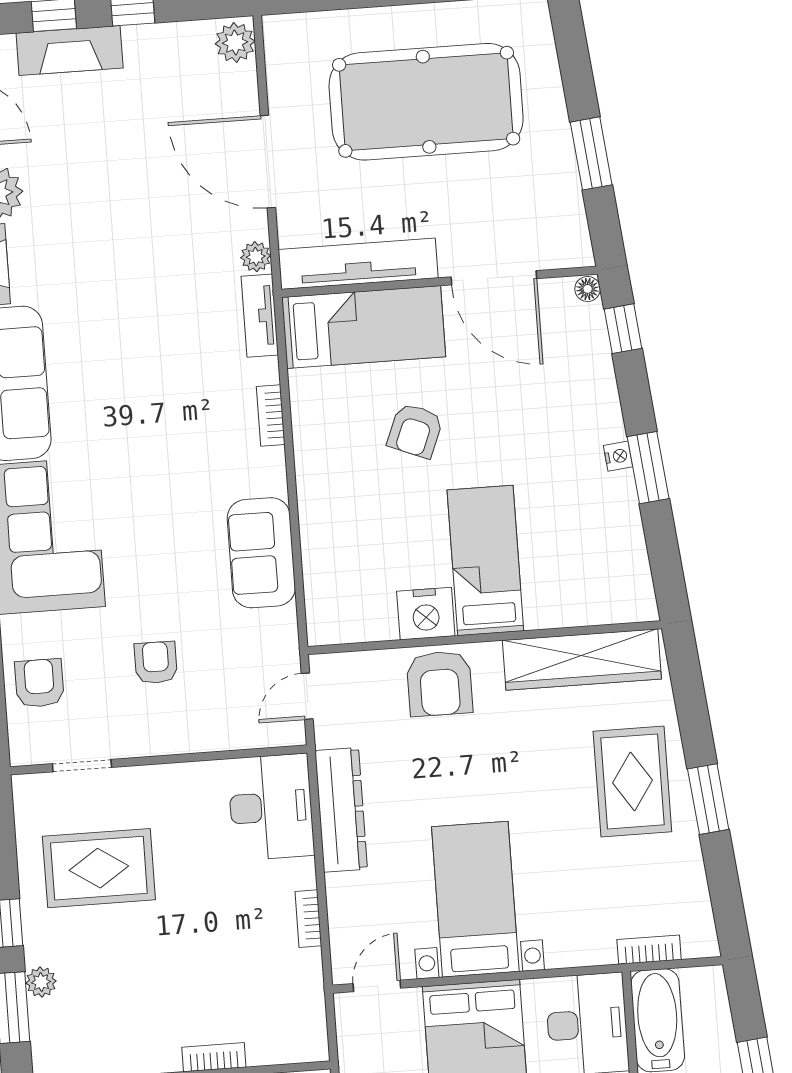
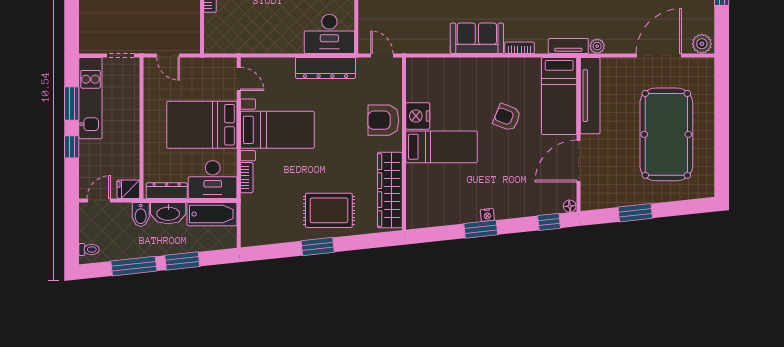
door: (268, 162) -> (659, 55), moved
sofa: (261, 553) -> (477, 38), moved
bookcase: (308, 919) -> (274, 48), removed
bookcase: (649, 950) -> (247, 178), moved

